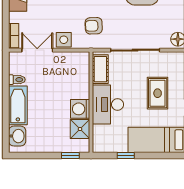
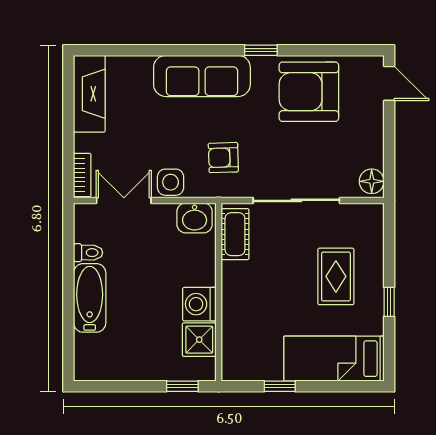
desk: (108, 105) -> (248, 296), removed
washbasin: (17, 136) -> (195, 218), moved, turned 90

